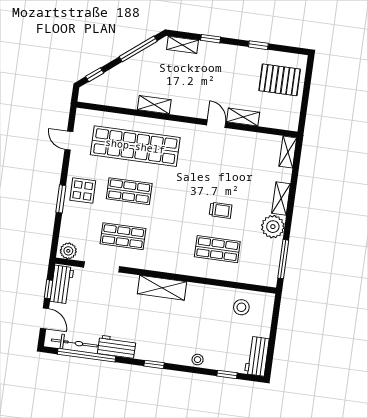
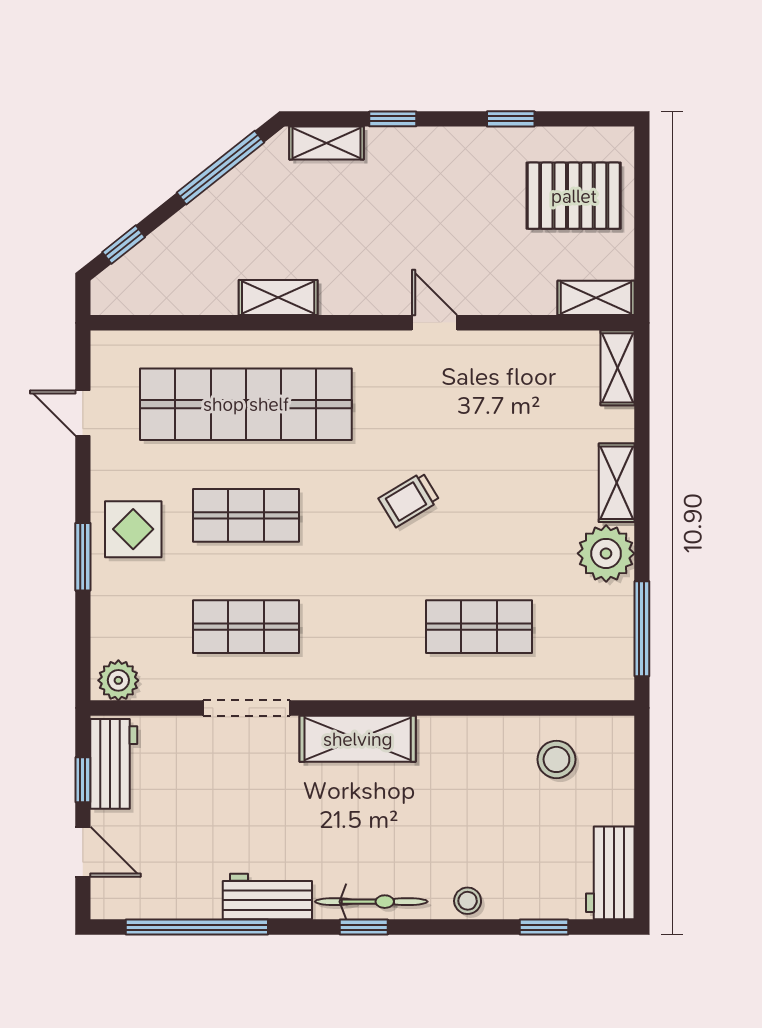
shelving: (243, 117) -> (596, 298), moved
trolley: (221, 210) -> (409, 500), moved, turned 149
doorway: (102, 267) -> (246, 708), moved
bicycle: (74, 343) -> (371, 902), moved

